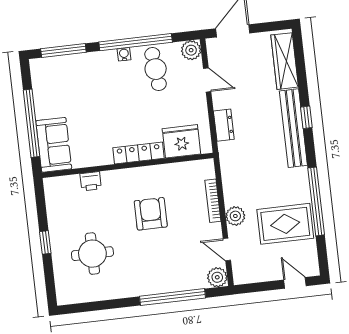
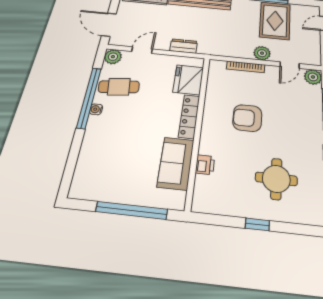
window: (63, 50) -> (72, 162), removed
sofa: (54, 145) -> (176, 163), moved, turned -90

